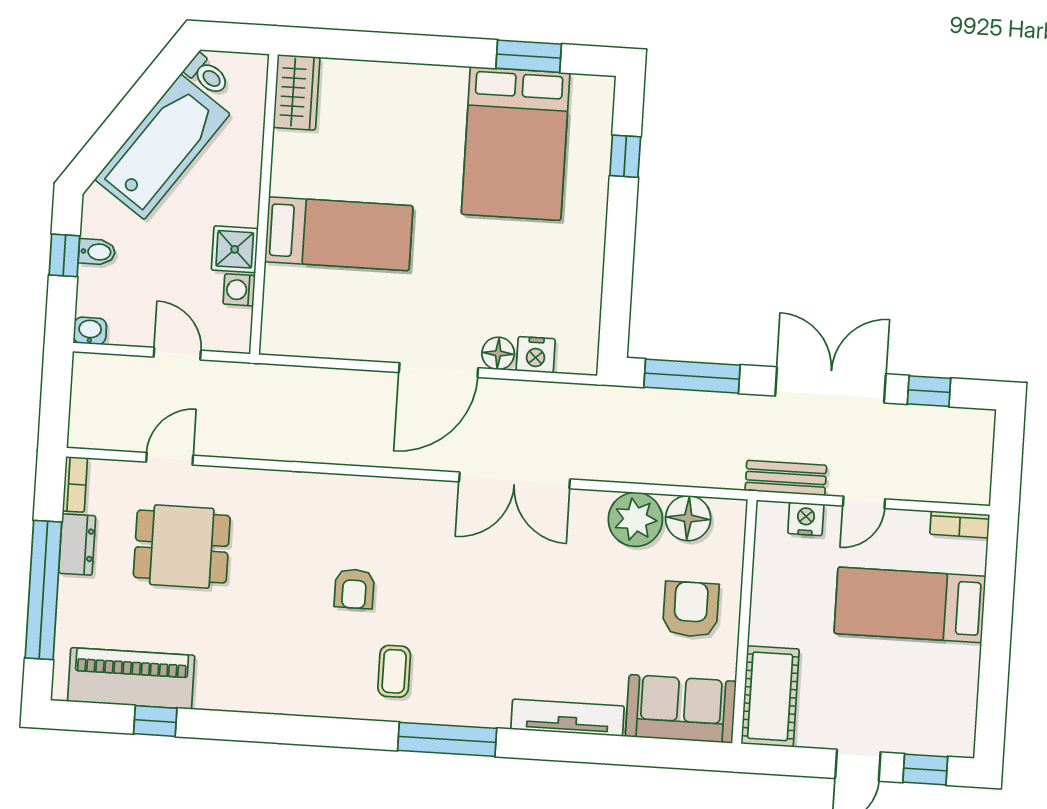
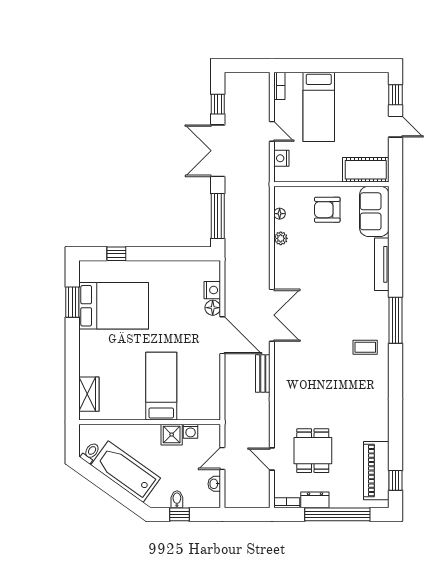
wardrobe: (296, 92) -> (89, 394), moved, turned 90
washbasin: (90, 331) -> (214, 484), moved
bench: (786, 478) -> (263, 374), moved
double door: (515, 480) -> (272, 315), moved
floor lamp: (688, 518) -> (280, 214), width x0.53, depth x0.53
plant: (635, 519) -> (281, 238), width x0.53, depth x0.53
armchair: (354, 589) -> (328, 368), removed
window: (155, 721) -> (396, 480), moved

